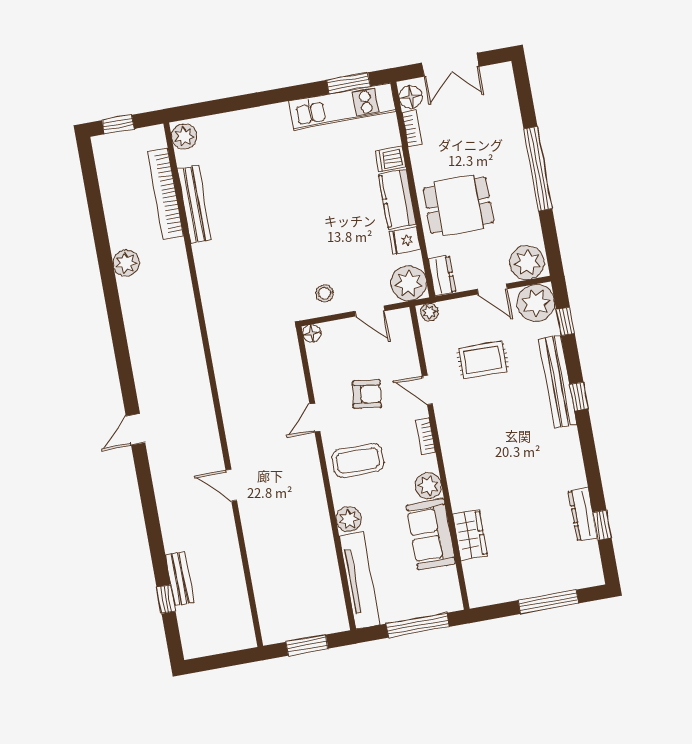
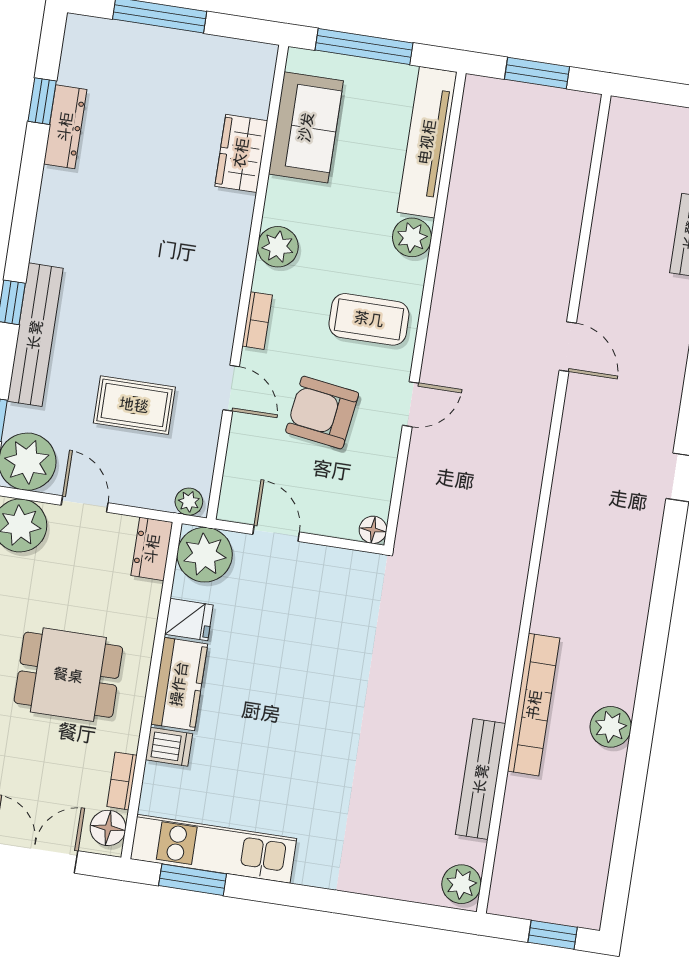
bookcase: (166, 194) -> (534, 705), moved
dining table: (458, 205) -> (68, 675), moved
stool: (324, 293) -> (334, 582), removed
armchair: (367, 394) -> (322, 413), width x1.38, depth x1.38
sofa: (431, 534) -> (306, 127), moved

